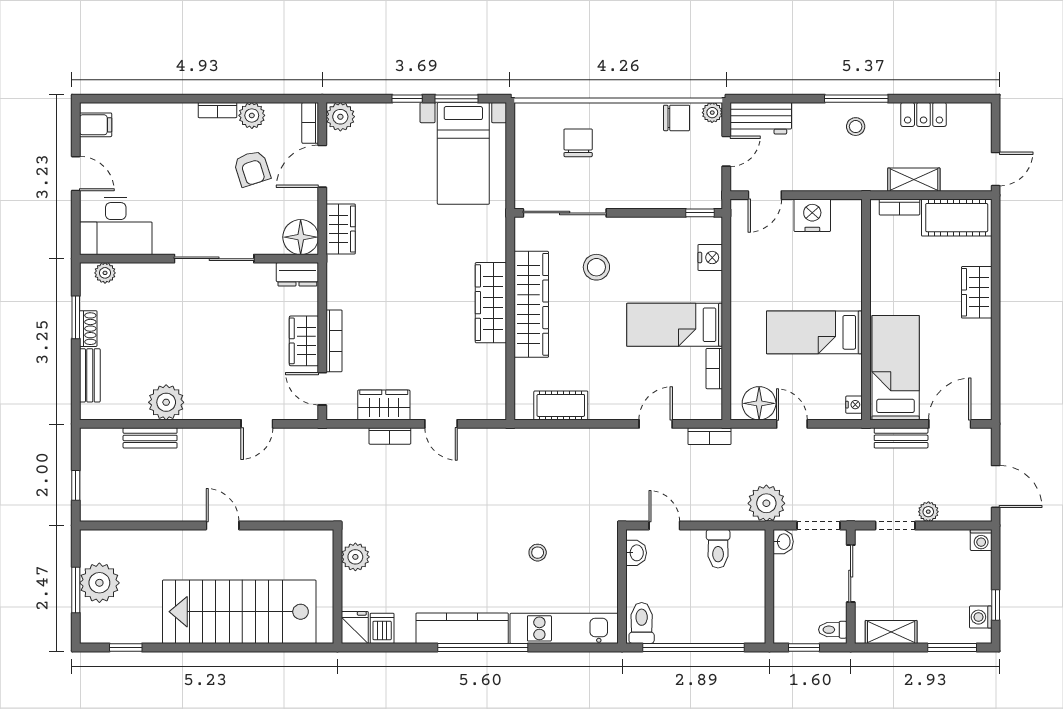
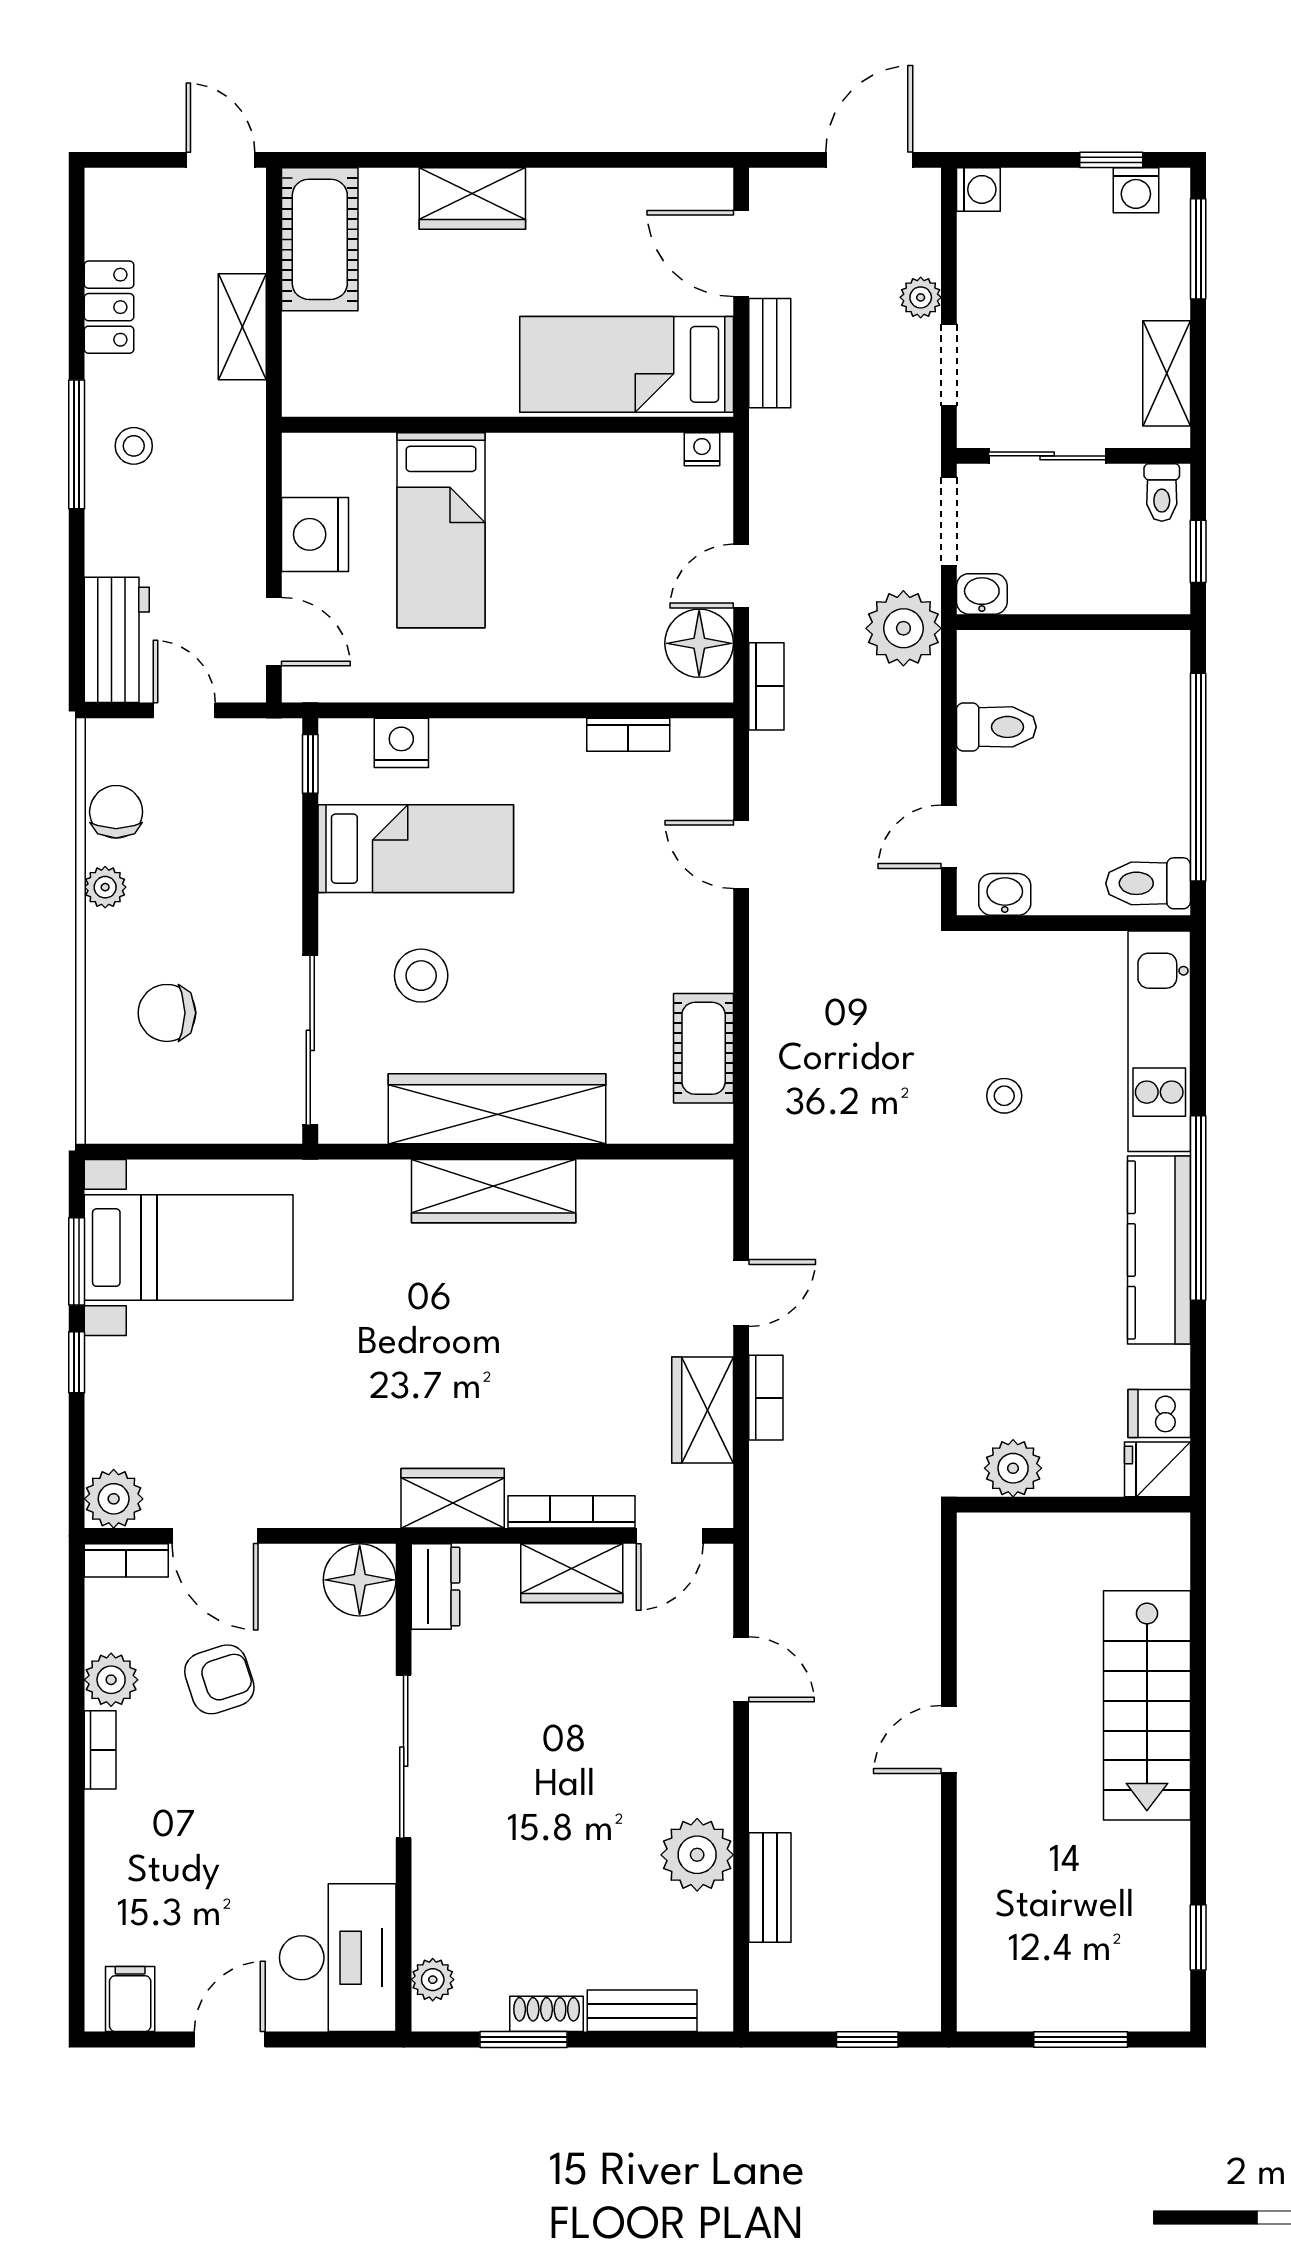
plant: (712, 113) -> (105, 887), moved
bookcase: (899, 207) -> (298, 356), removed
wardrobe: (341, 229) -> (453, 1498), moved
bed: (675, 325) -> (416, 849), moved, turned -90
bed: (814, 332) -> (441, 530), moved
bookcase: (709, 436) -> (766, 686), moved
plant: (99, 583) -> (1066, 1991), removed
stairs: (239, 612) -> (1147, 1705), width x0.73, depth x0.66

